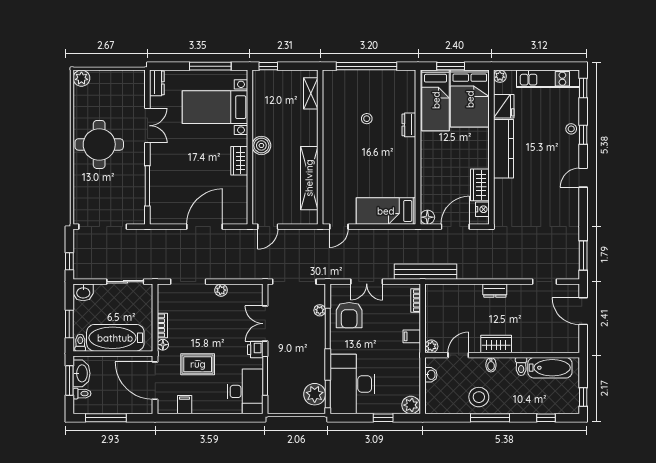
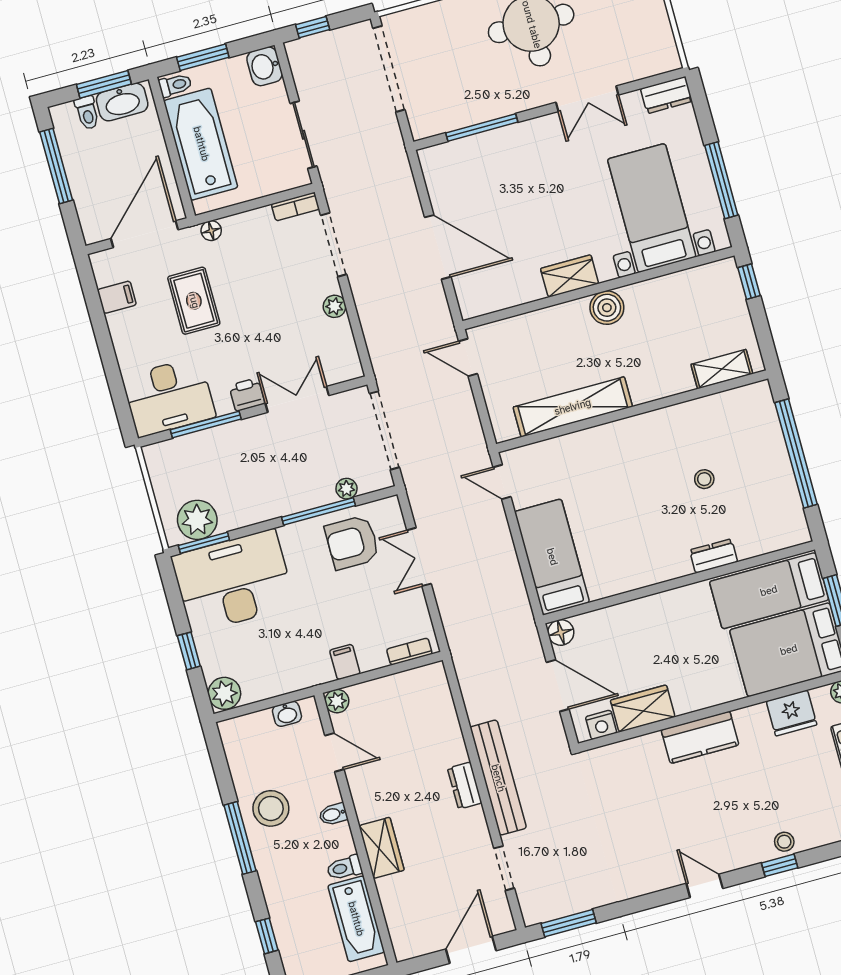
kitchen counter: (503, 149) -> (700, 737), width x0.67
bench: (426, 272) -> (498, 778), moved
bookcase: (162, 325) -> (295, 207), moved
wardrobe: (496, 344) -> (382, 848), moved

